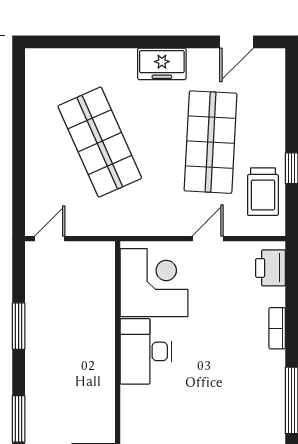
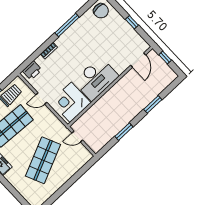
door: (50, 239) -> (77, 137), moved
desk: (146, 351) -> (96, 79), width x1.36, depth x1.30

